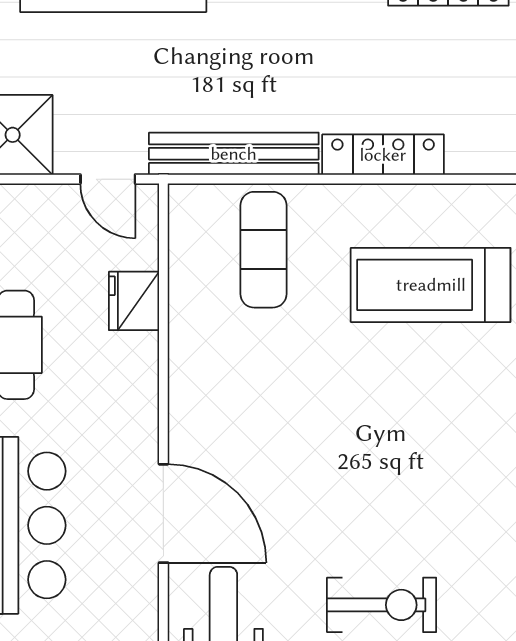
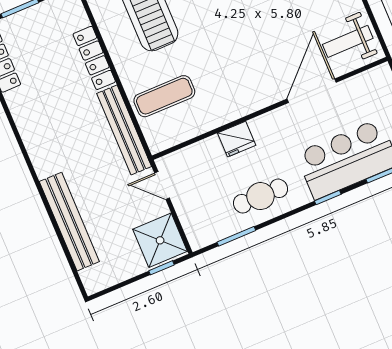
door: (108, 179) -> (162, 185), swing flipped
fridge: (134, 301) -> (237, 139), moved

